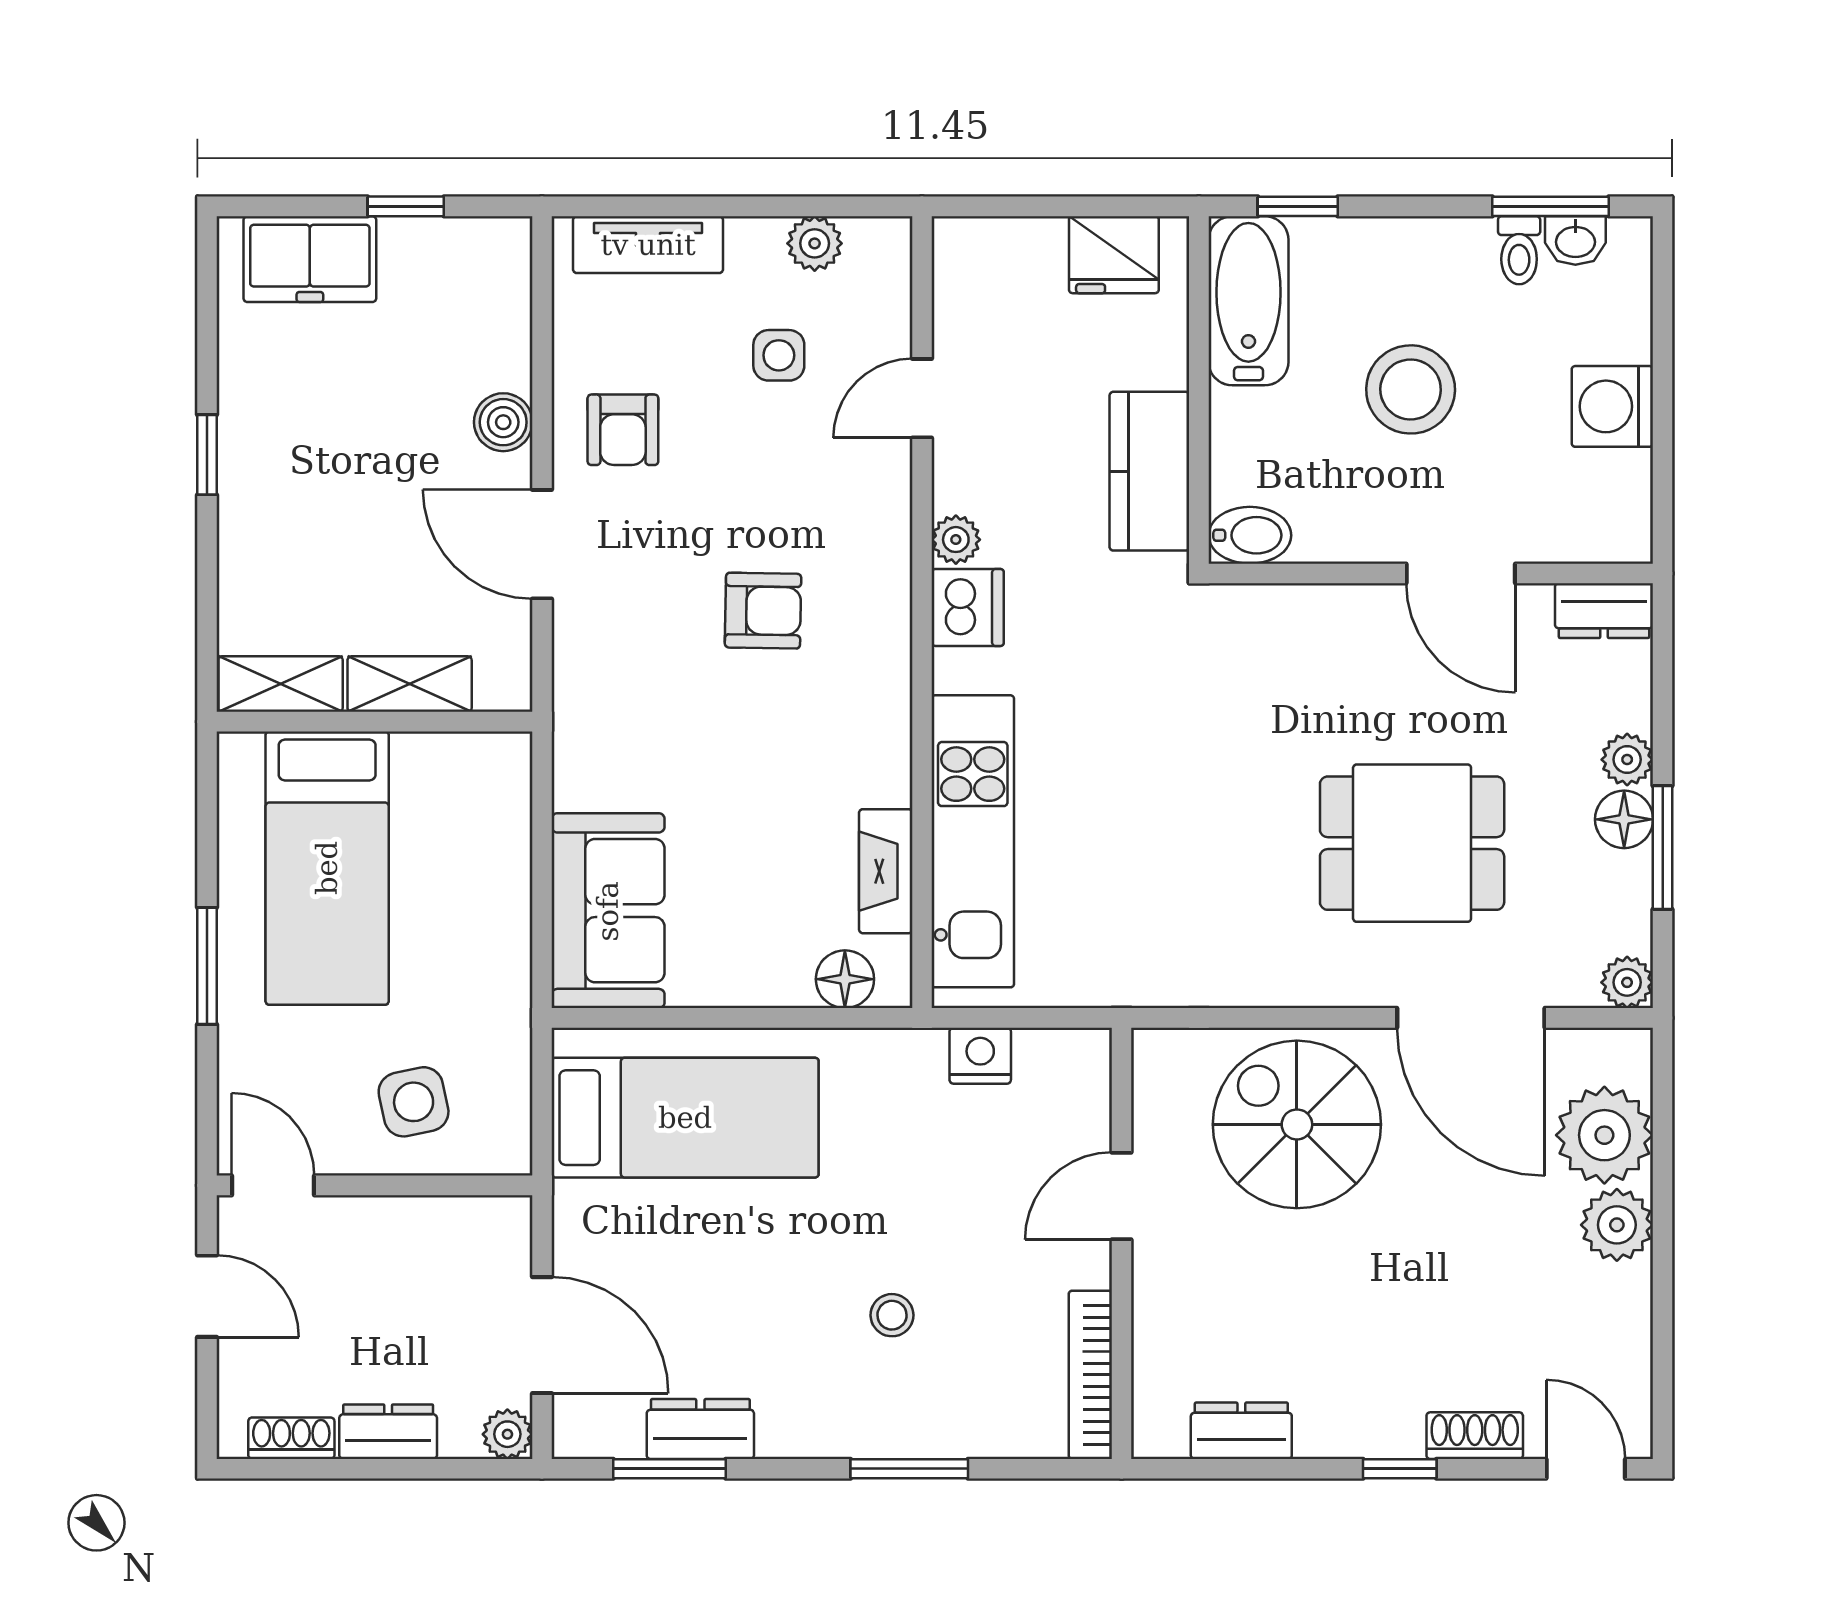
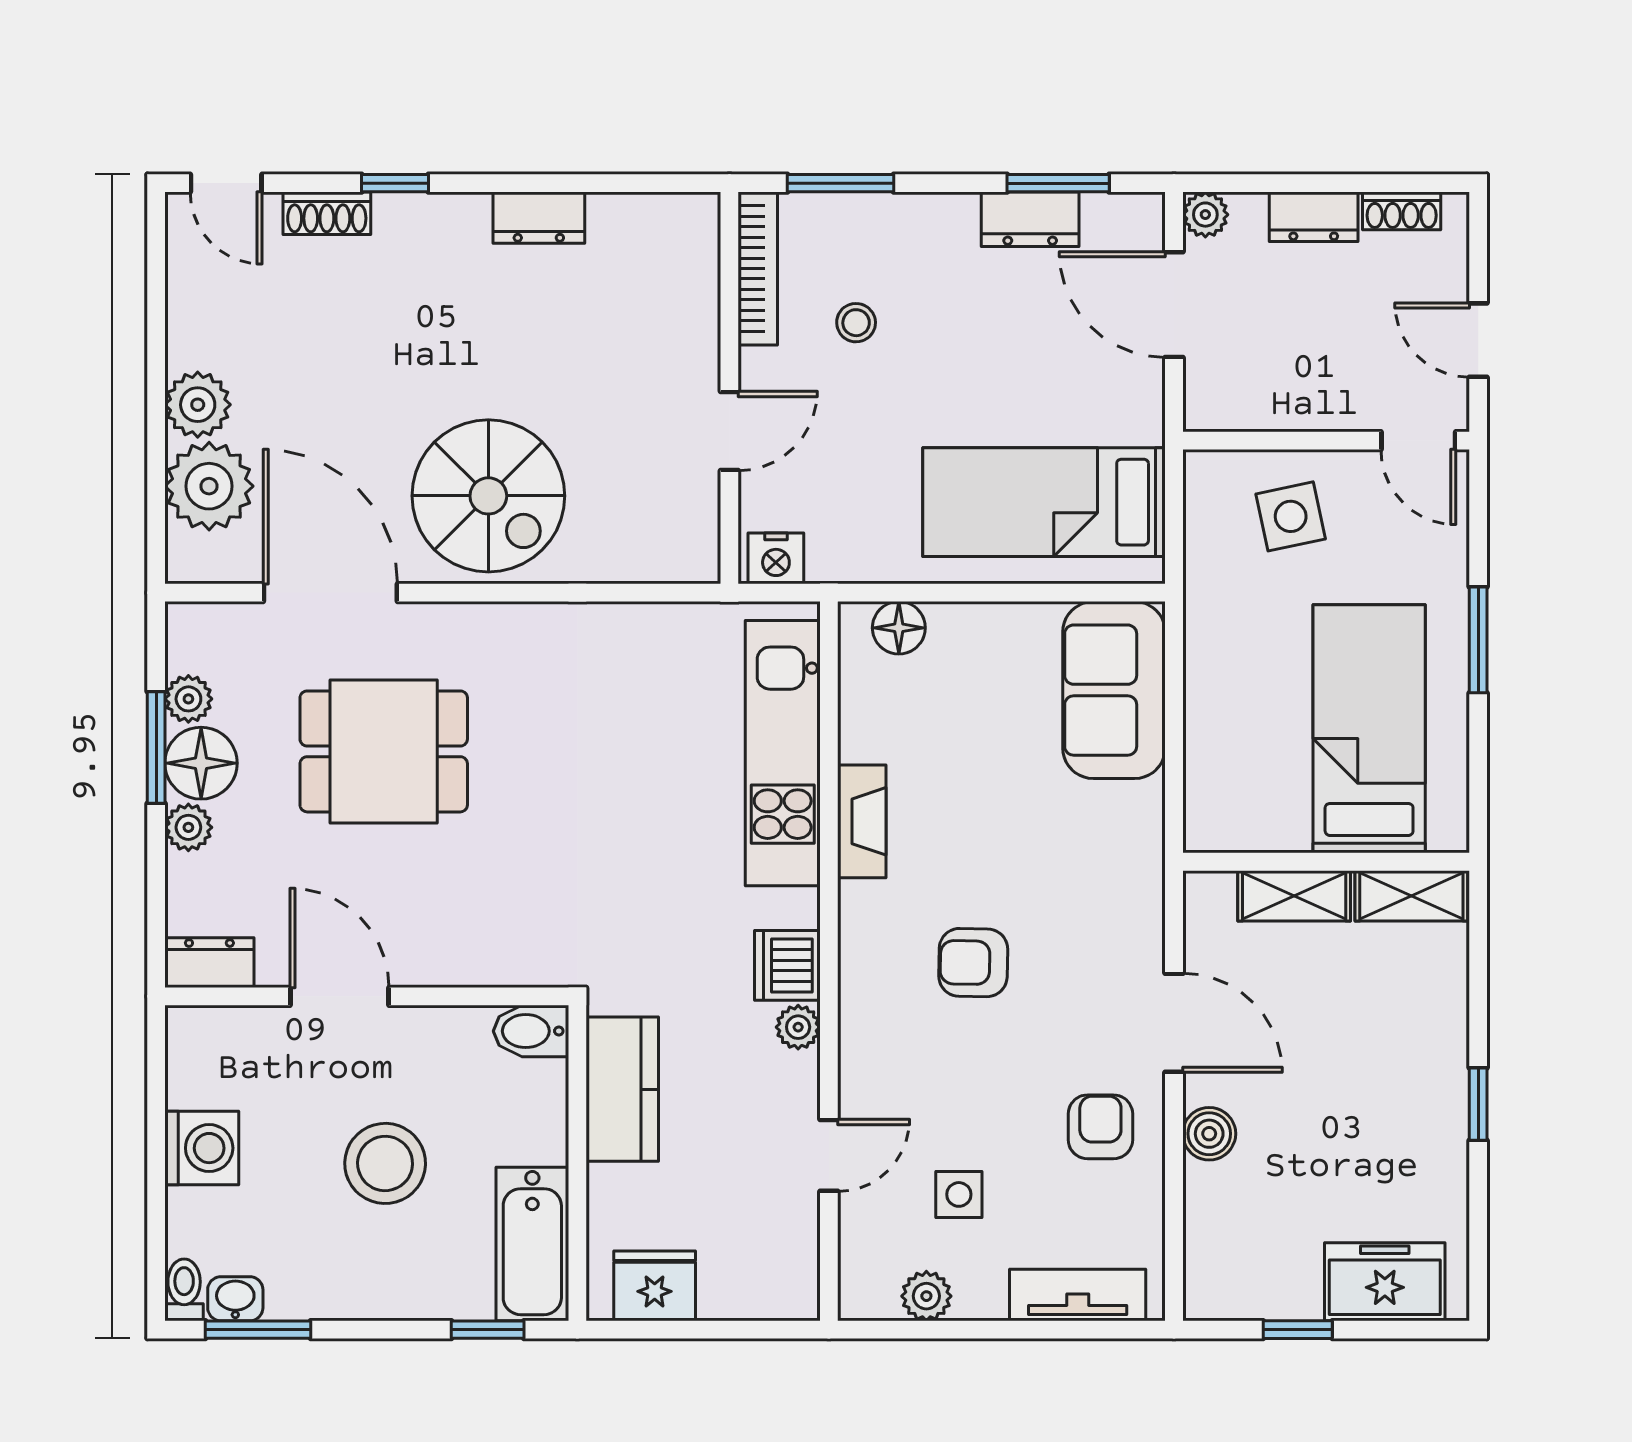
toilet: (1519, 250) -> (184, 1290), moved
floor lamp: (1624, 819) -> (201, 763), width x1.38, depth x1.38
fireplace: (886, 871) -> (862, 821), moved
plant: (1627, 982) -> (188, 699), moved
door: (1122, 1196) -> (729, 431), moved
wall: (1122, 1243) -> (729, 388), moved
bookcase: (1090, 1375) -> (758, 269), moved

